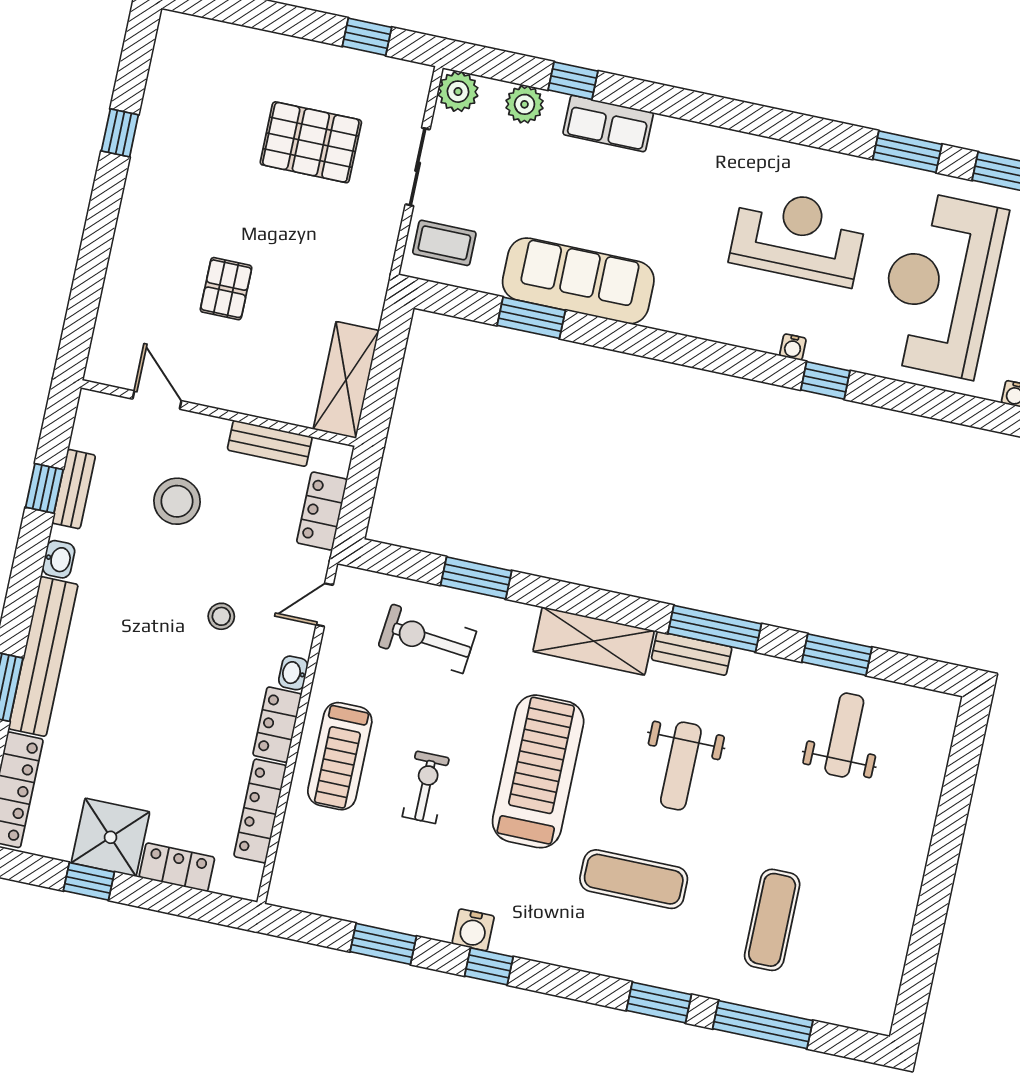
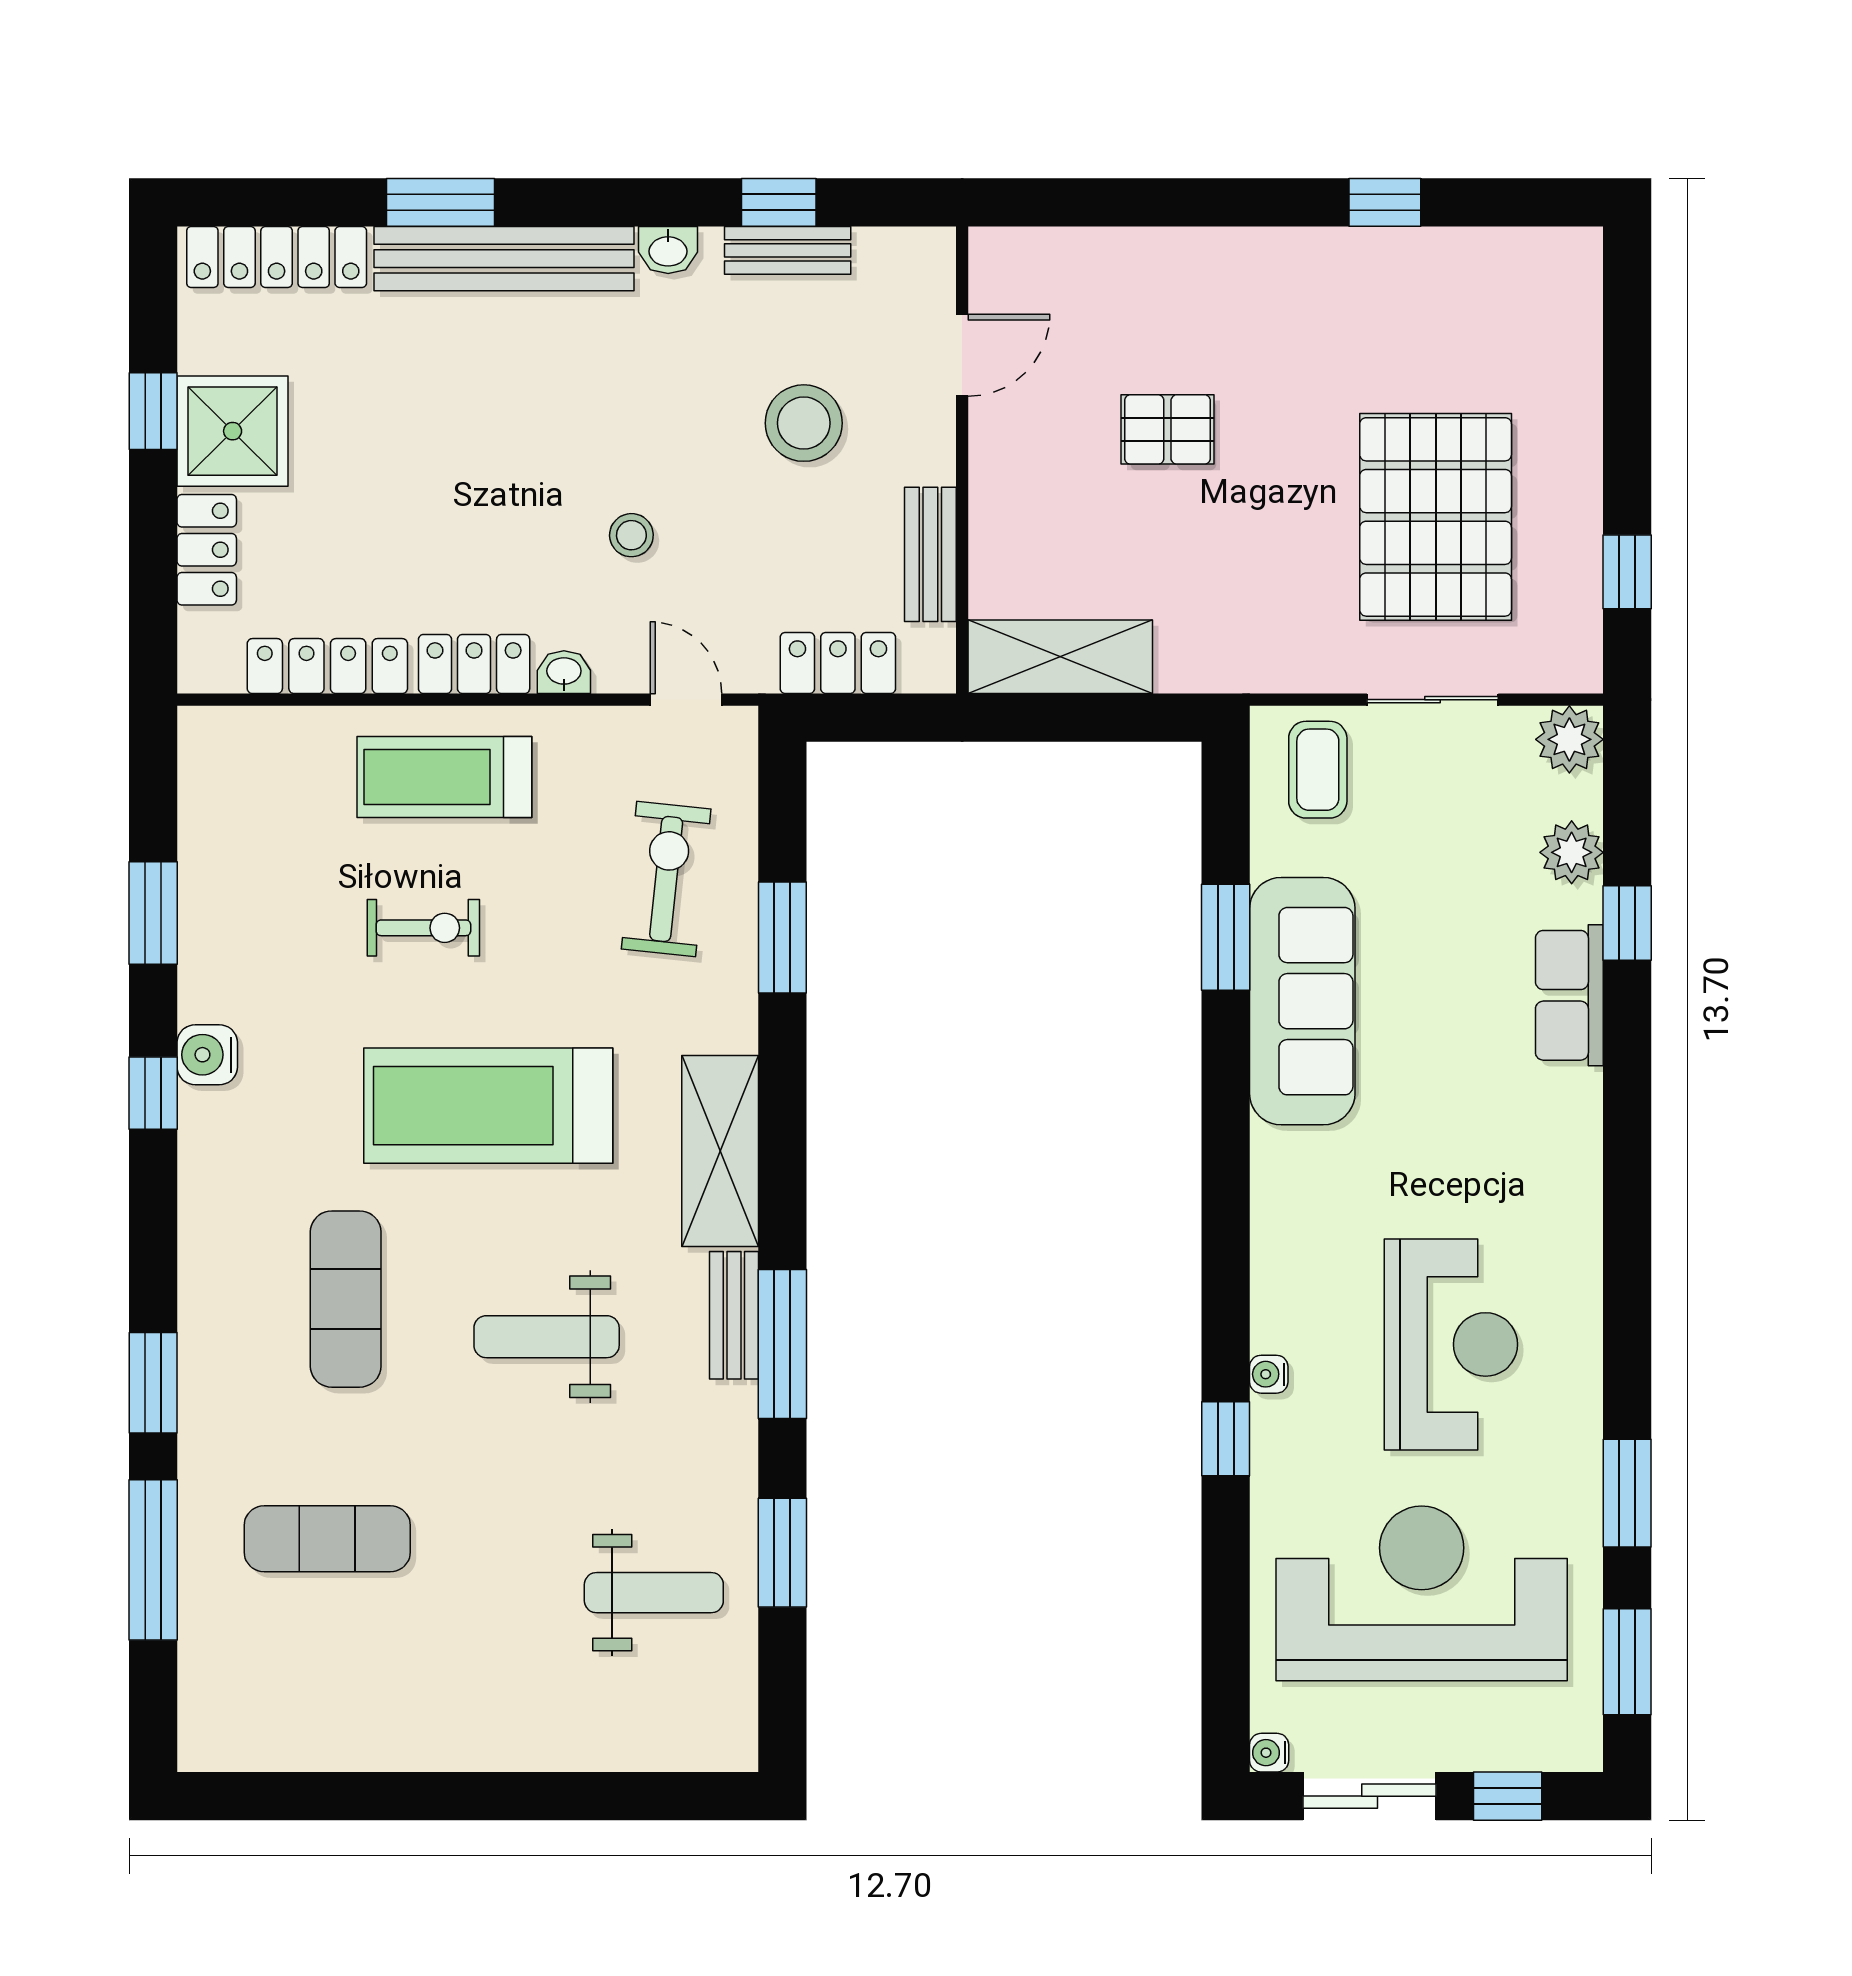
pallet: (311, 142) -> (1436, 517), width x1.37, depth x1.41
treadmill: (538, 771) -> (488, 1106), turned 180

